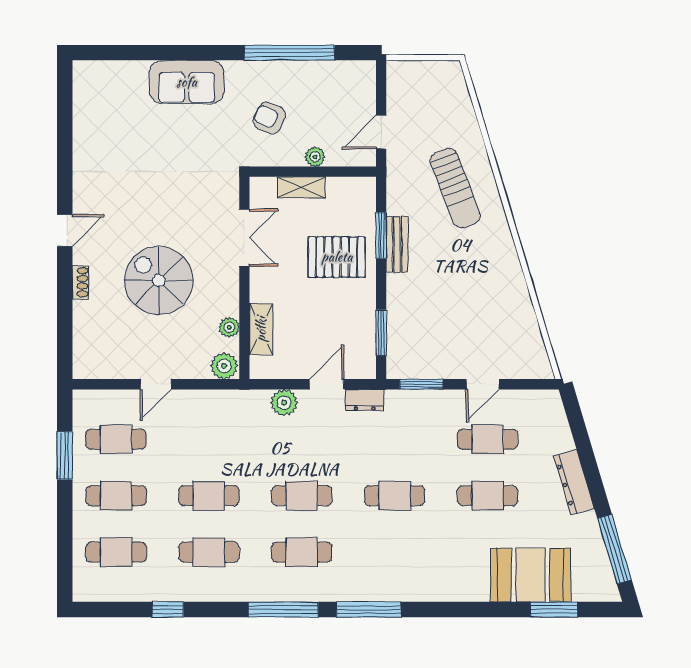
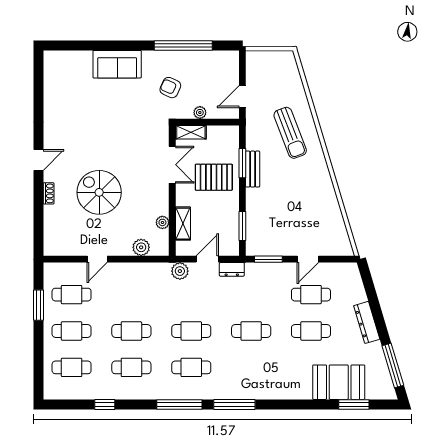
double door: (244, 238) -> (172, 165), moved
wall: (244, 278) -> (172, 191), moved
plant: (229, 327) -> (162, 222), moved
shelving: (261, 329) -> (183, 224), moved

